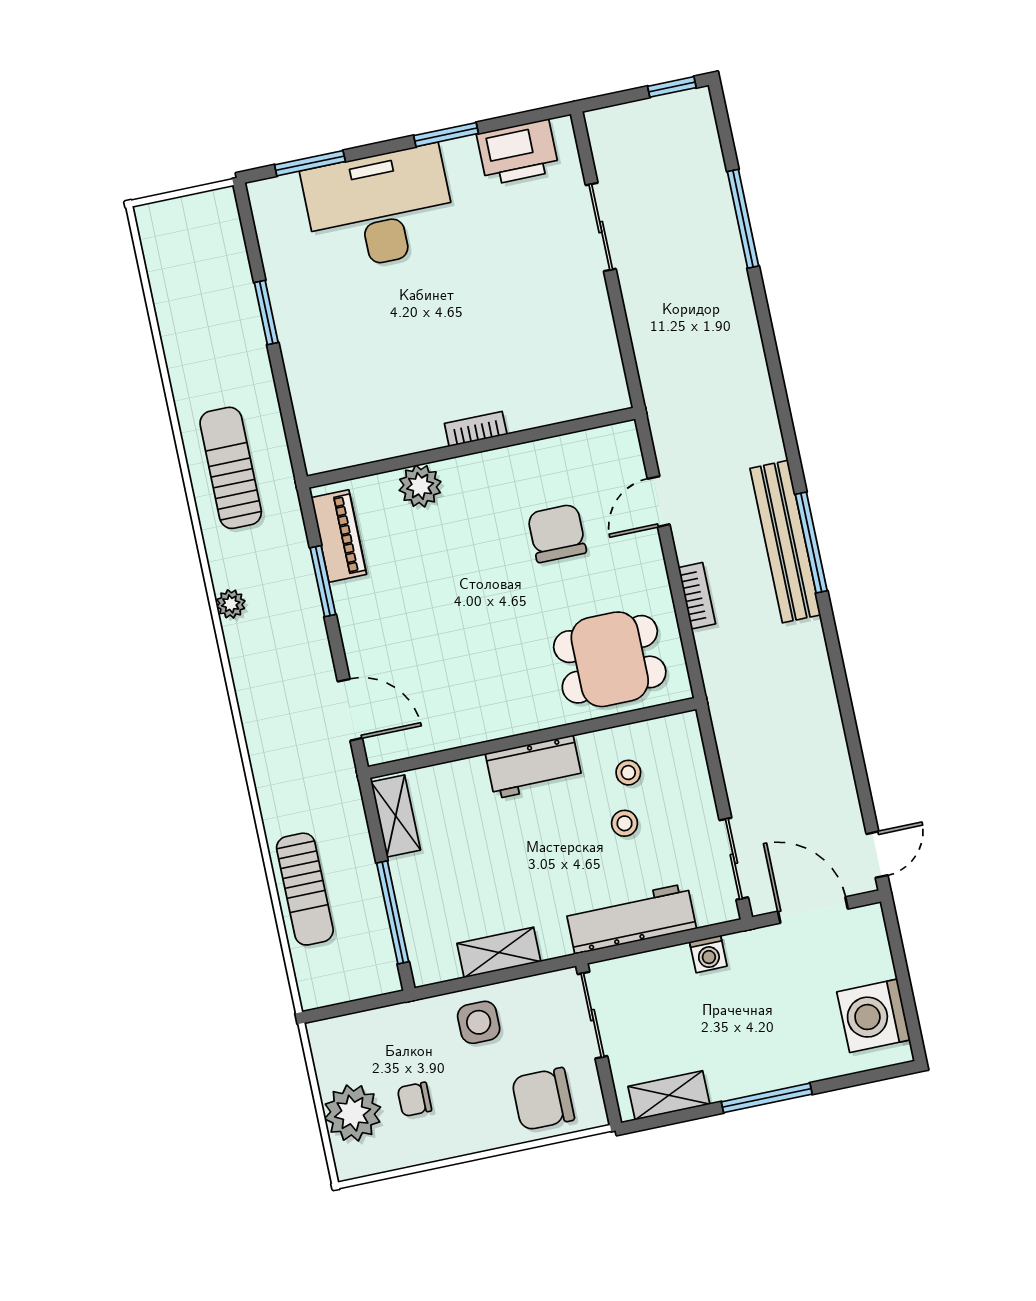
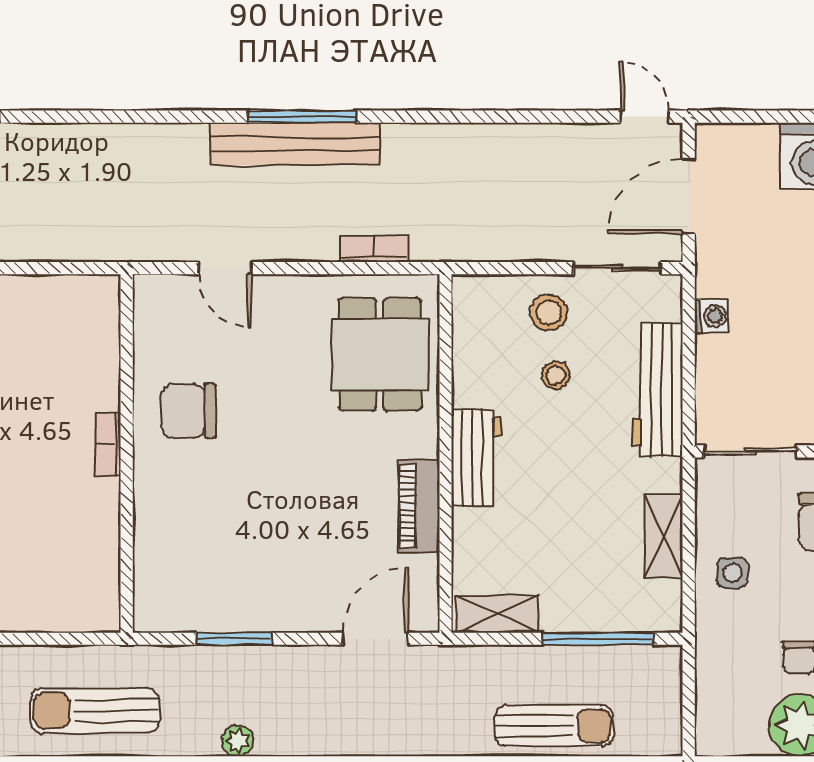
plant: (420, 486) -> (156, 515), removed
chair: (557, 533) -> (188, 411), moved
piano: (339, 536) -> (419, 506), moved, turned -90
bookcase: (697, 596) -> (374, 249), moved
stool: (628, 773) -> (549, 312), moved, width x1.37, depth x1.37
side table: (479, 1022) -> (733, 573), width x0.73, depth x0.73

